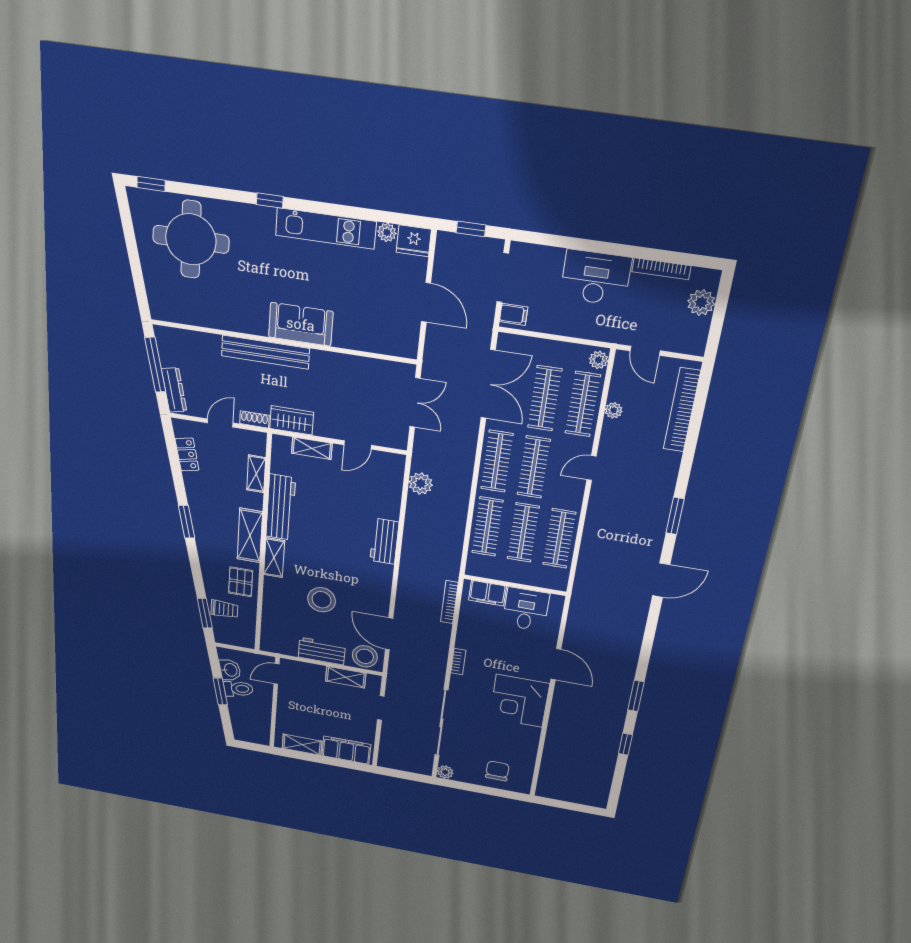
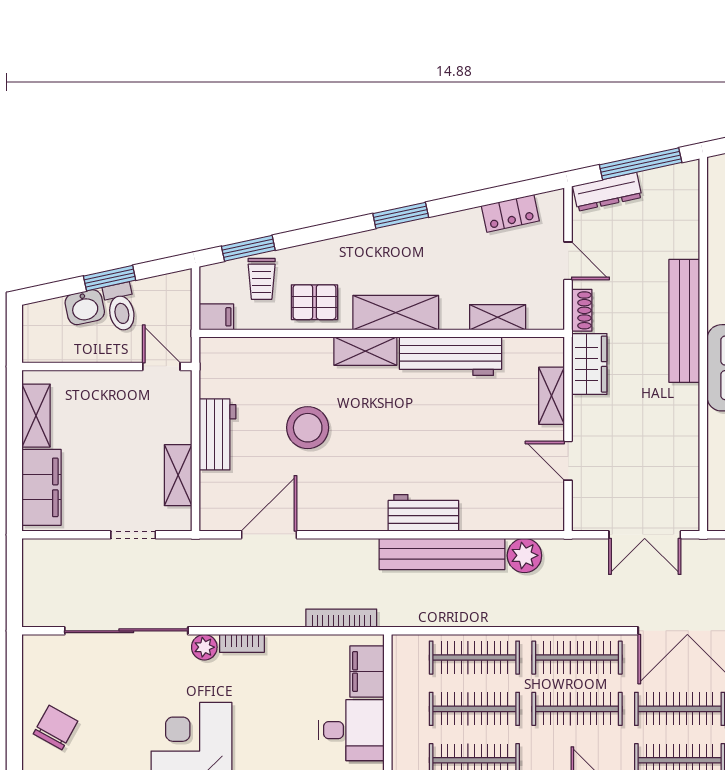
bench: (414, 535) -> (442, 554), added
filing cabinet: (247, 638) -> (216, 317), added
stool: (365, 656) -> (222, 502), removed
washbasin: (230, 670) -> (85, 307), moved
chair: (497, 771) -> (56, 727), turned -61
plant: (445, 772) -> (204, 647), moved

